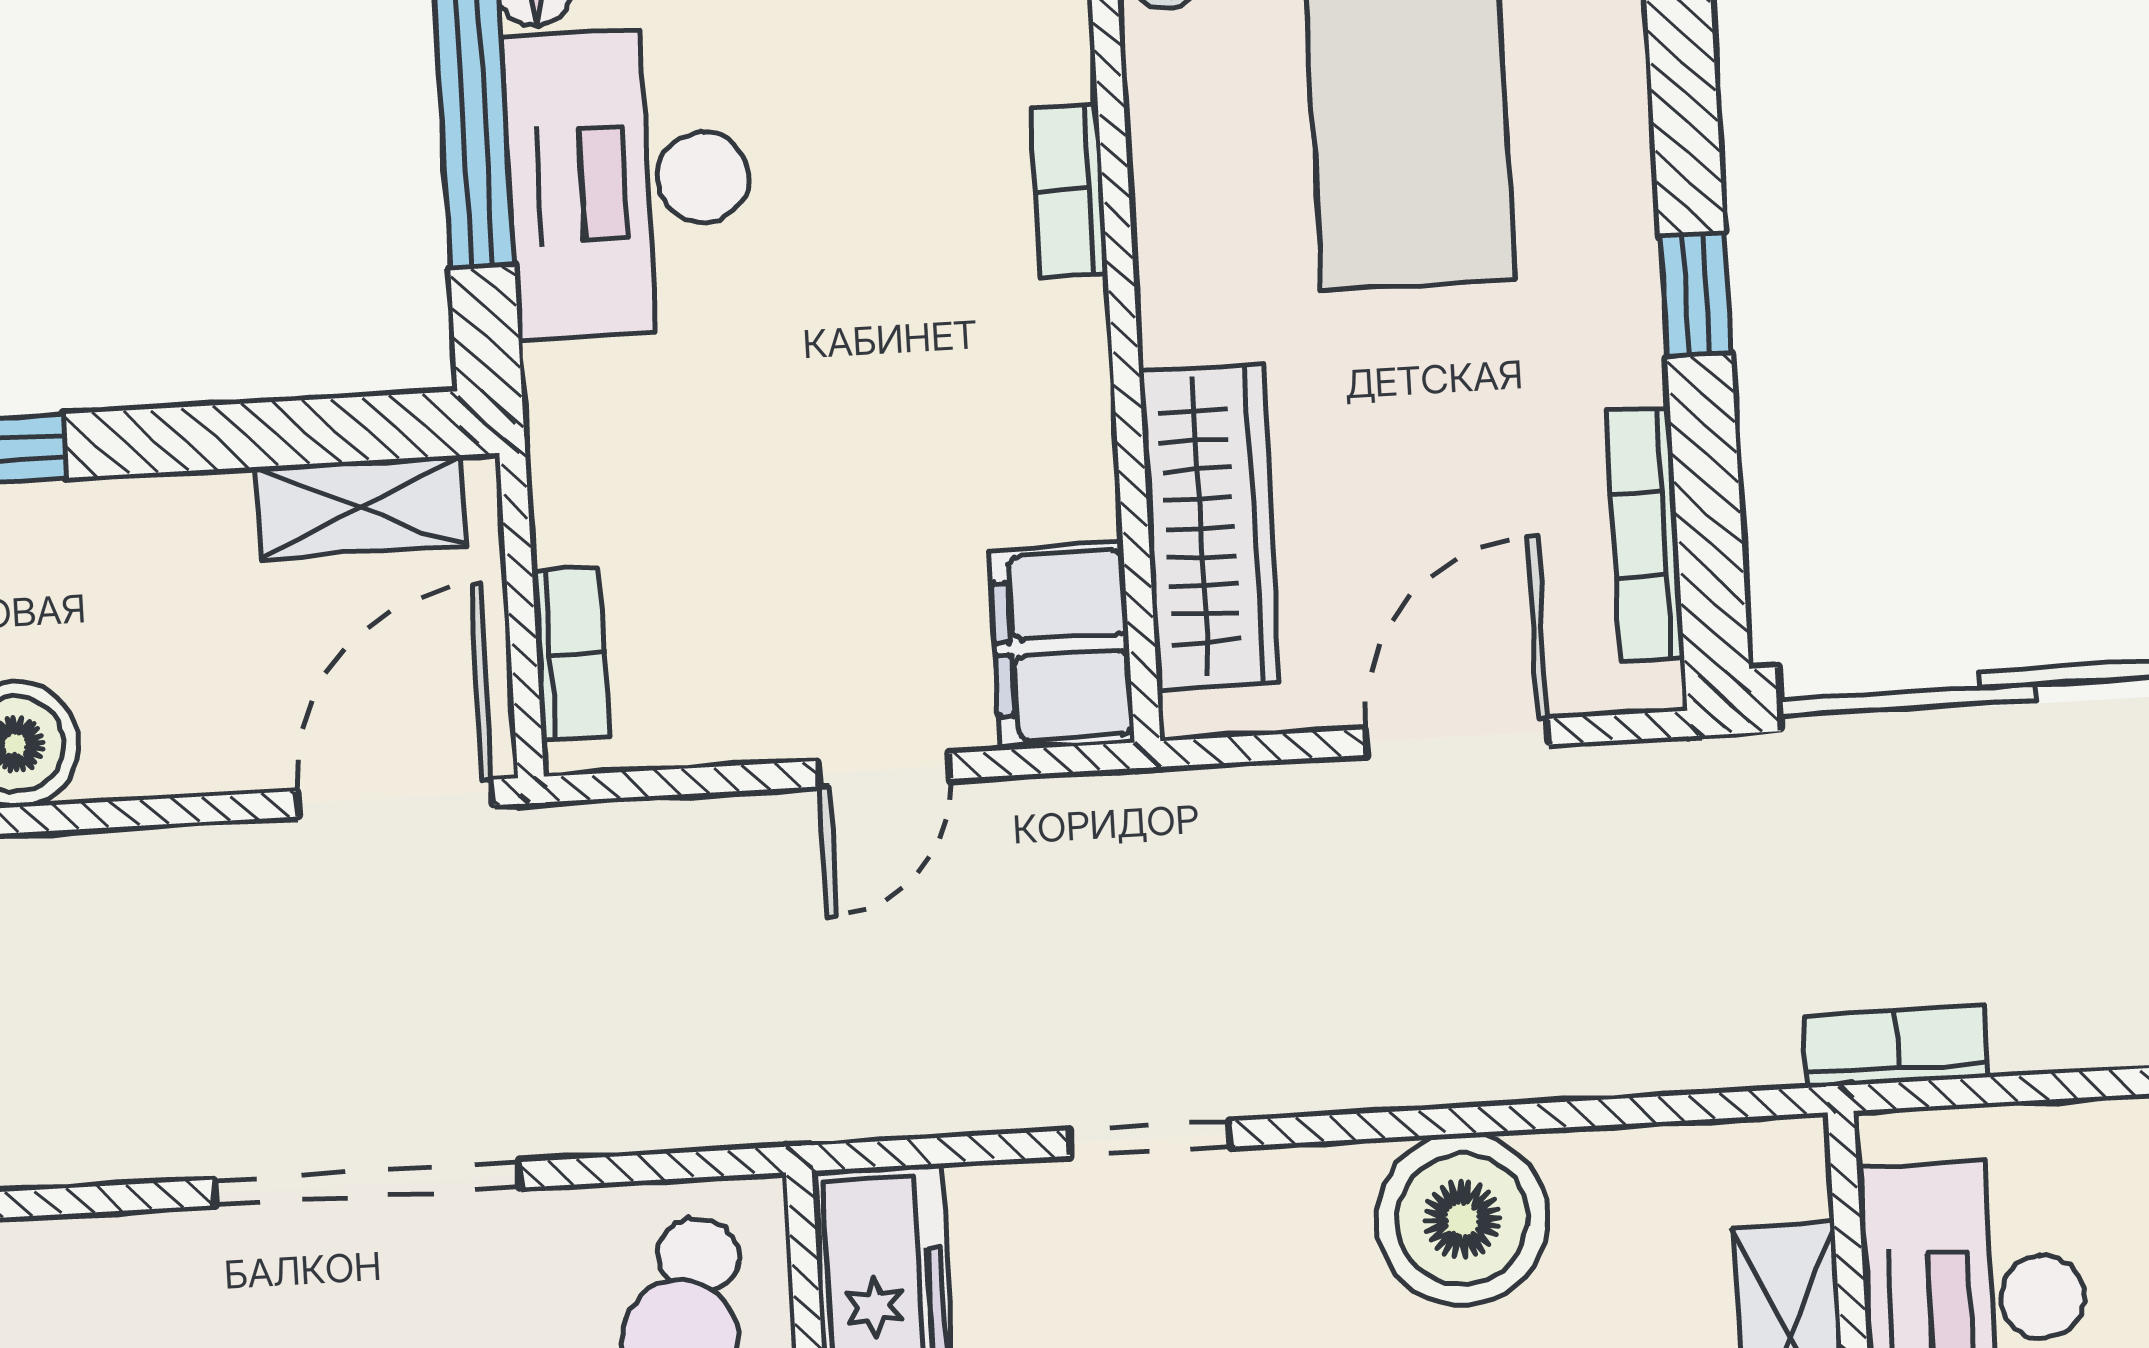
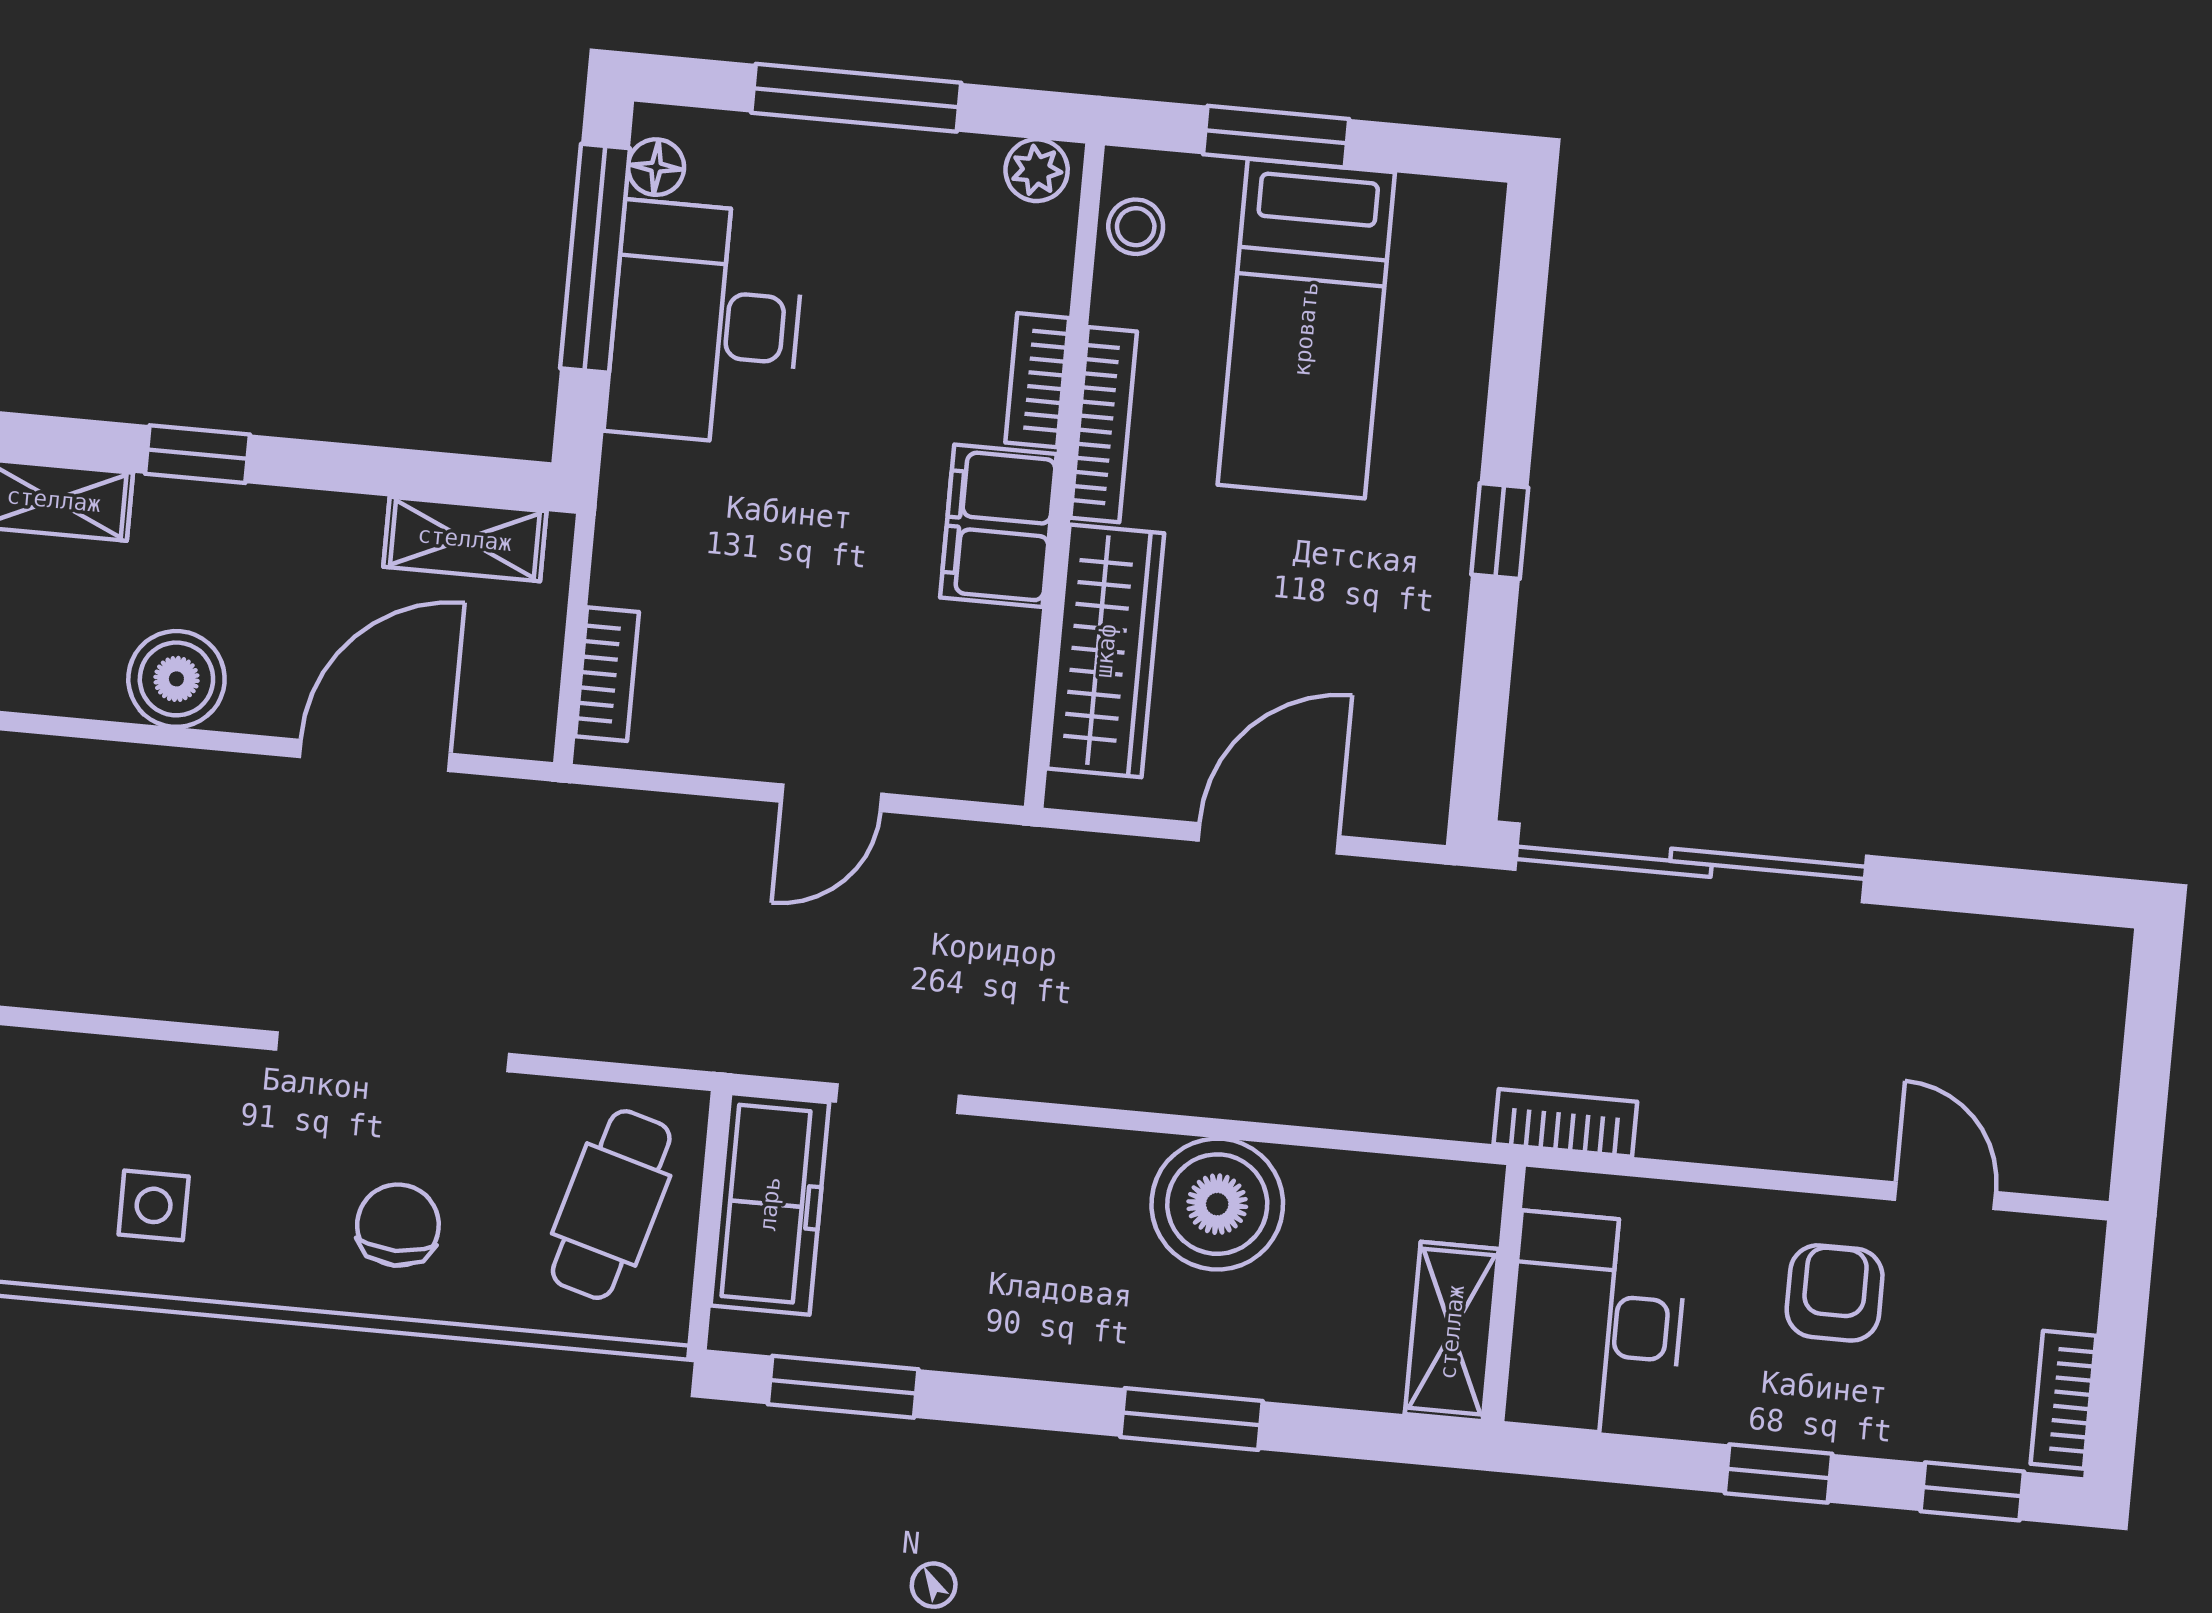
bookcase: (1645, 535) -> (1104, 425), moved, turned 180
filing cabinet: (1062, 646) -> (998, 526), moved
door: (395, 798) -> (375, 755), moved
doorway: (1150, 1139) -> (898, 1099), moved

